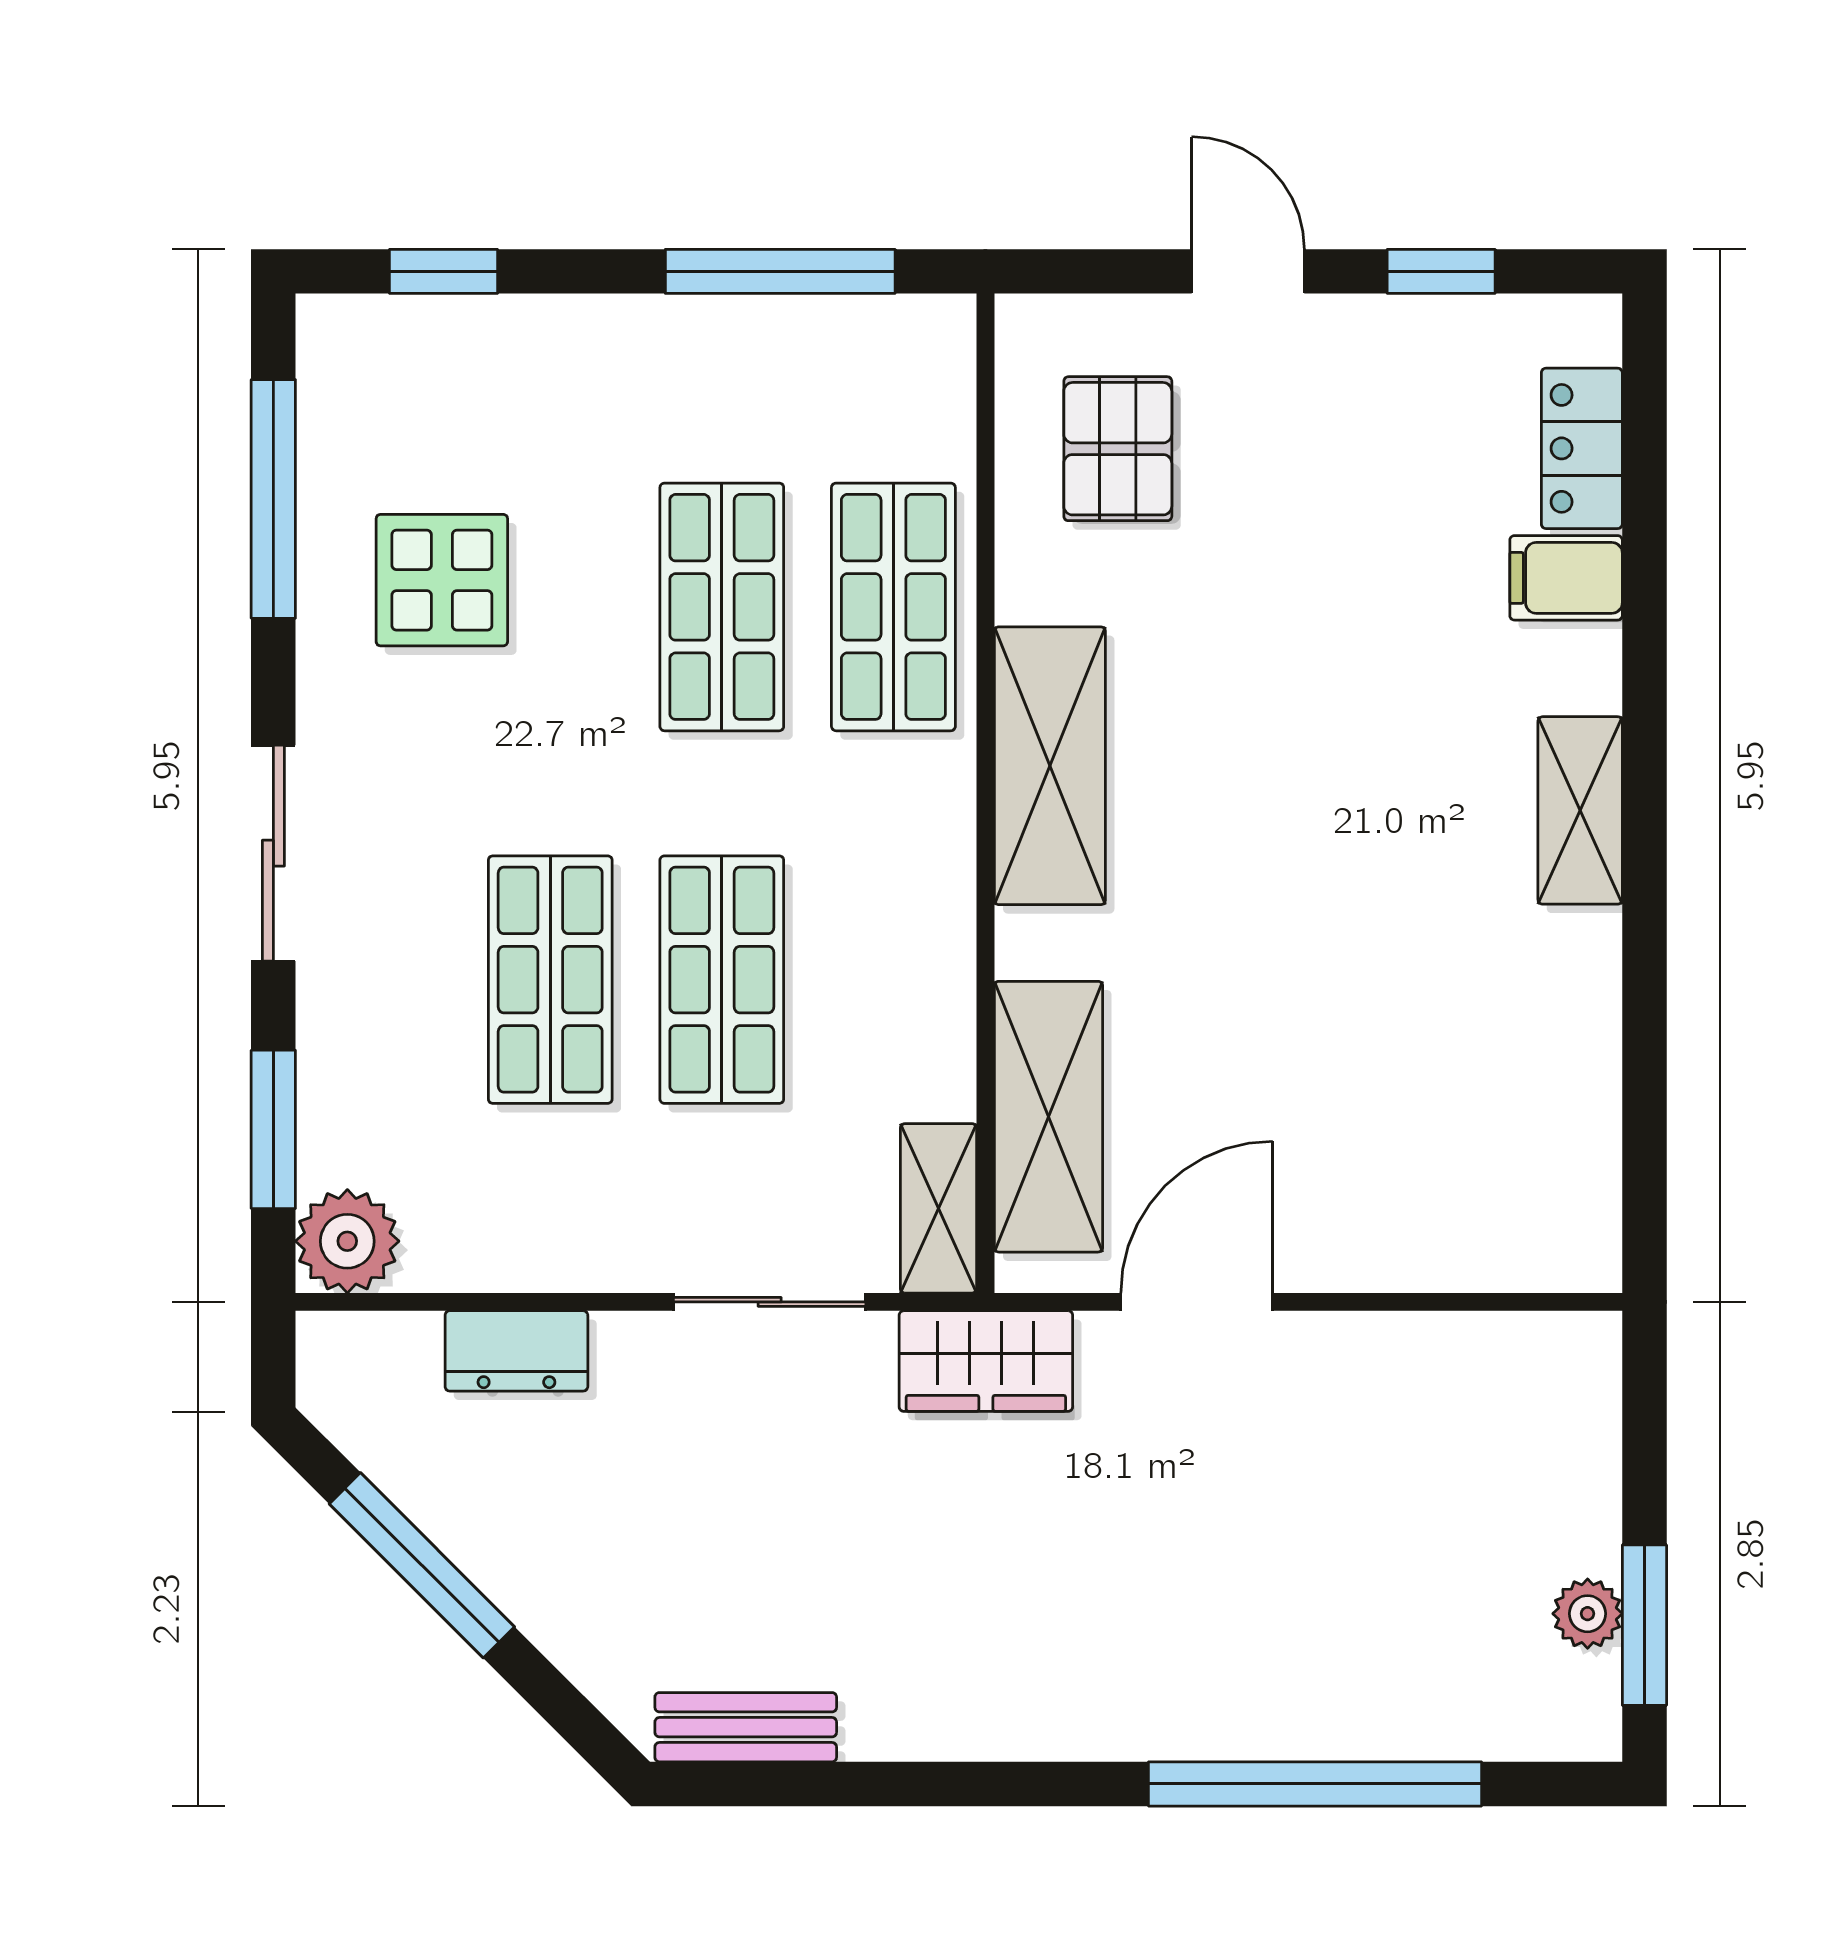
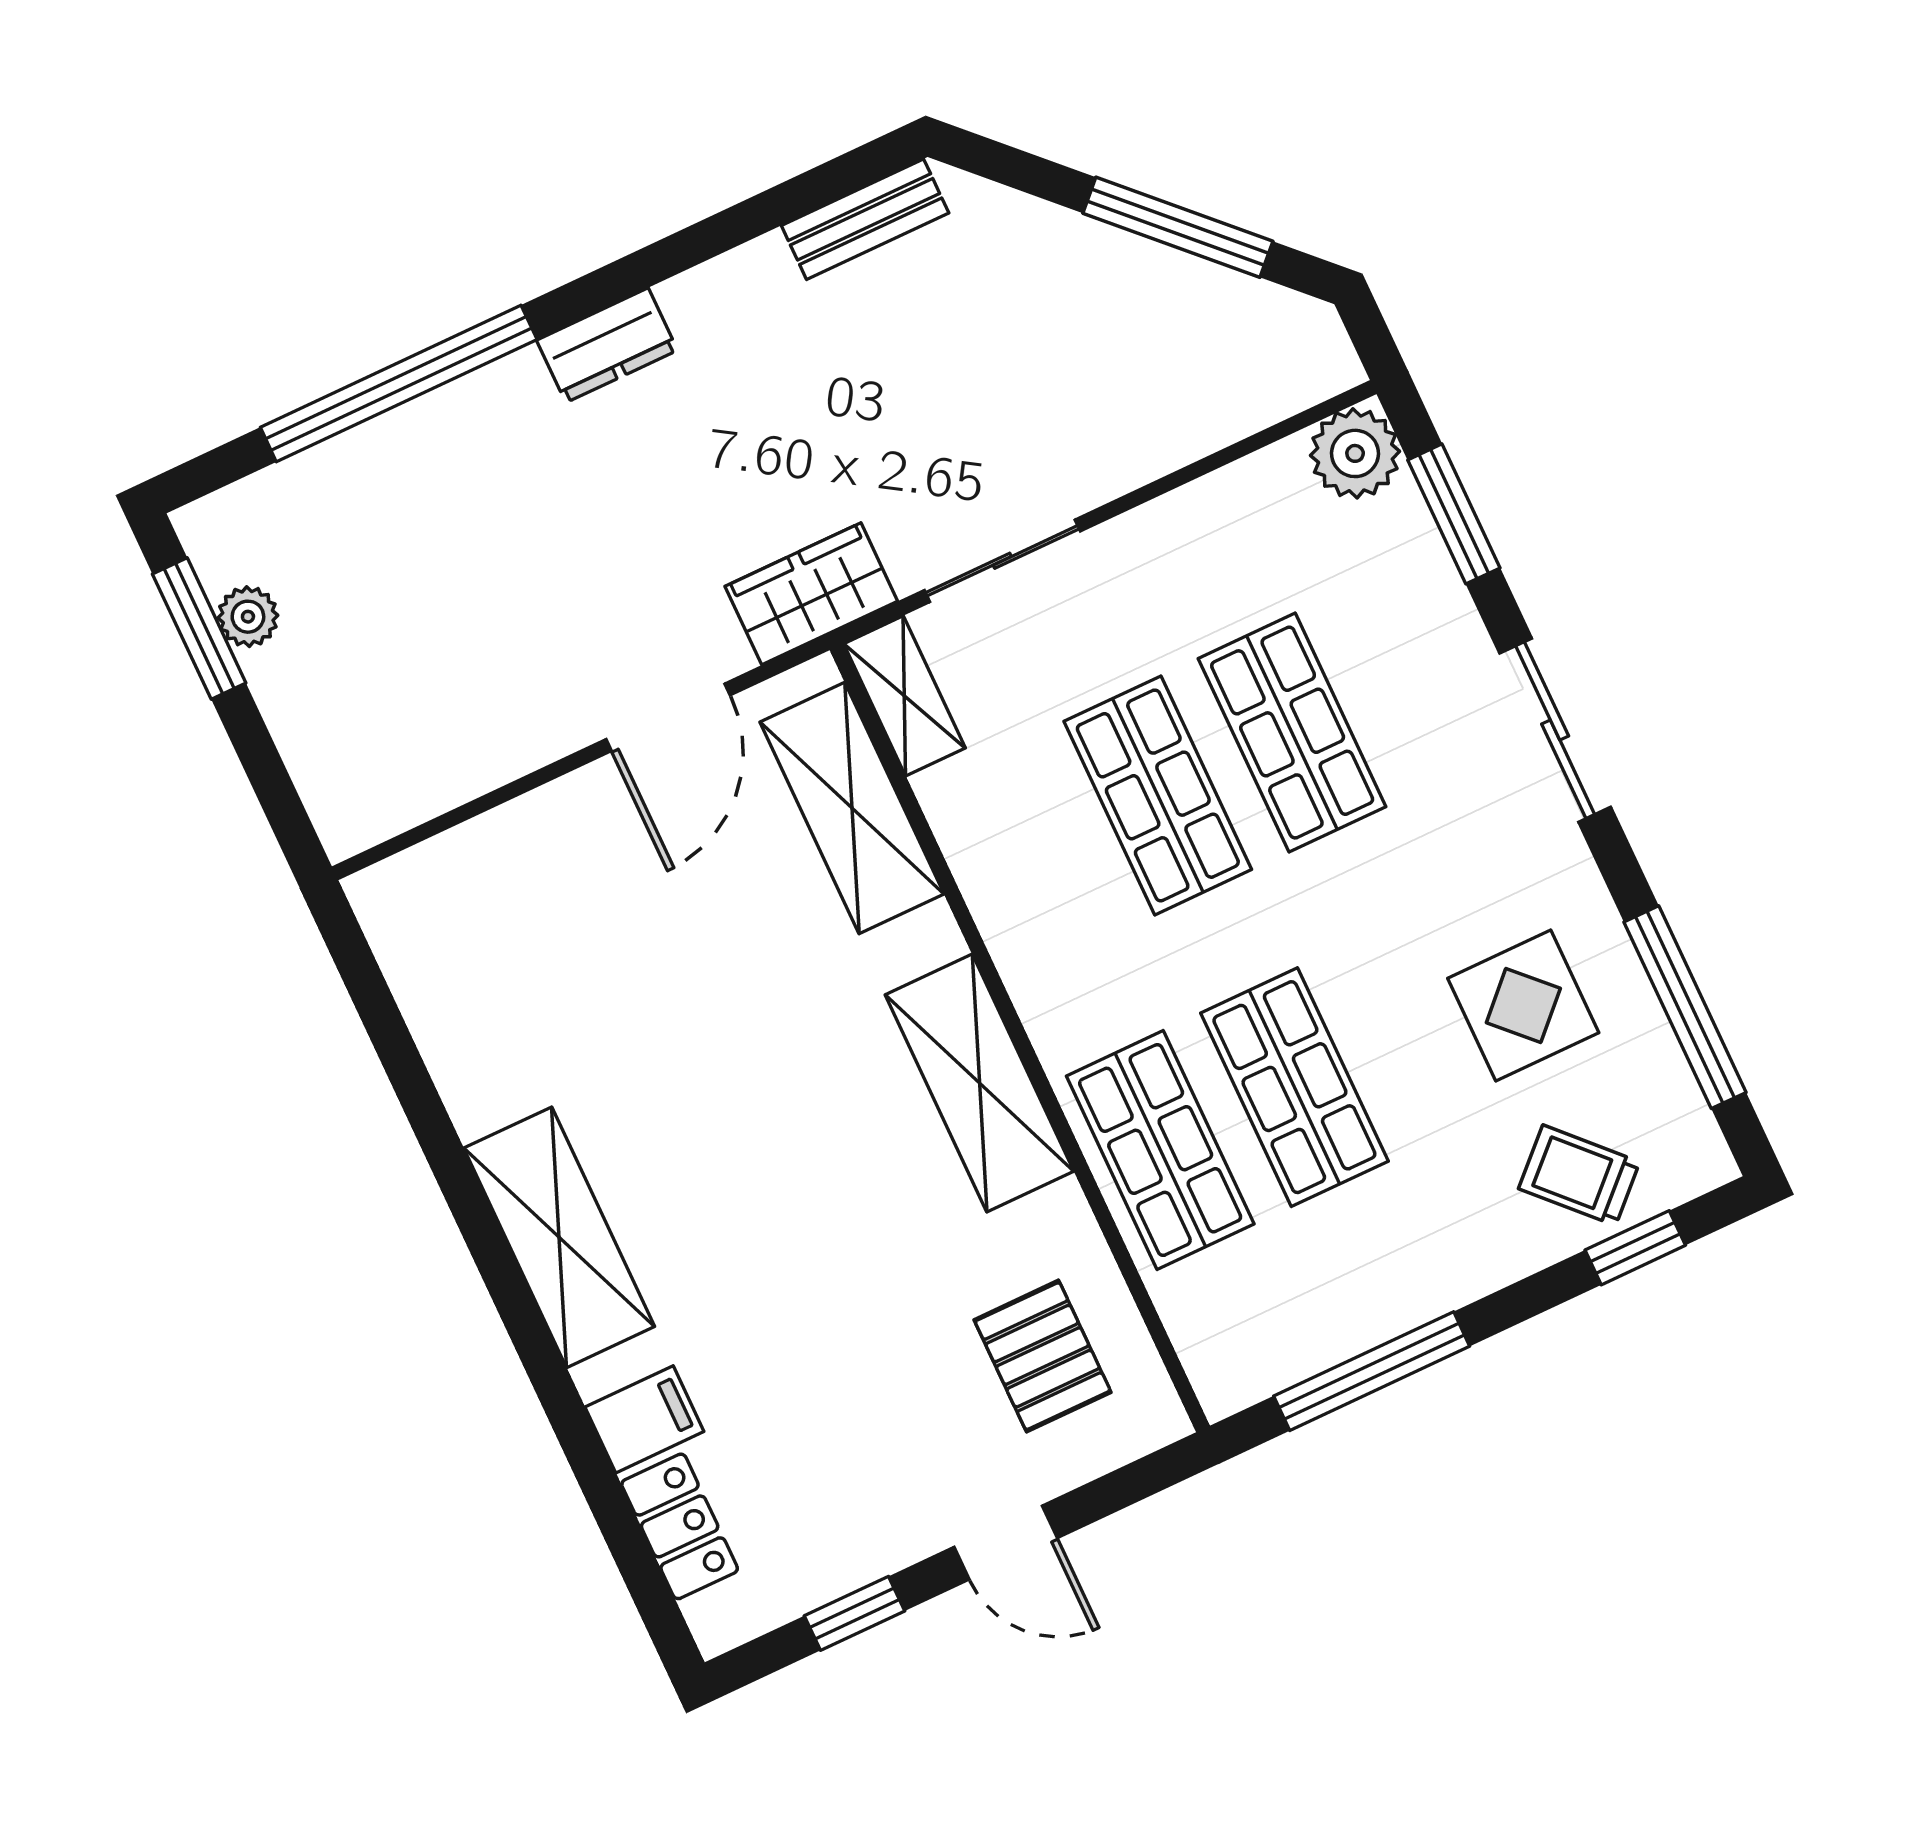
trolley: (467, 375) -> (1579, 1175), added
shelving: (1580, 810) -> (559, 1237), width x1.50, depth x1.33
dresser: (516, 1351) -> (607, 345), moved, turned 180

